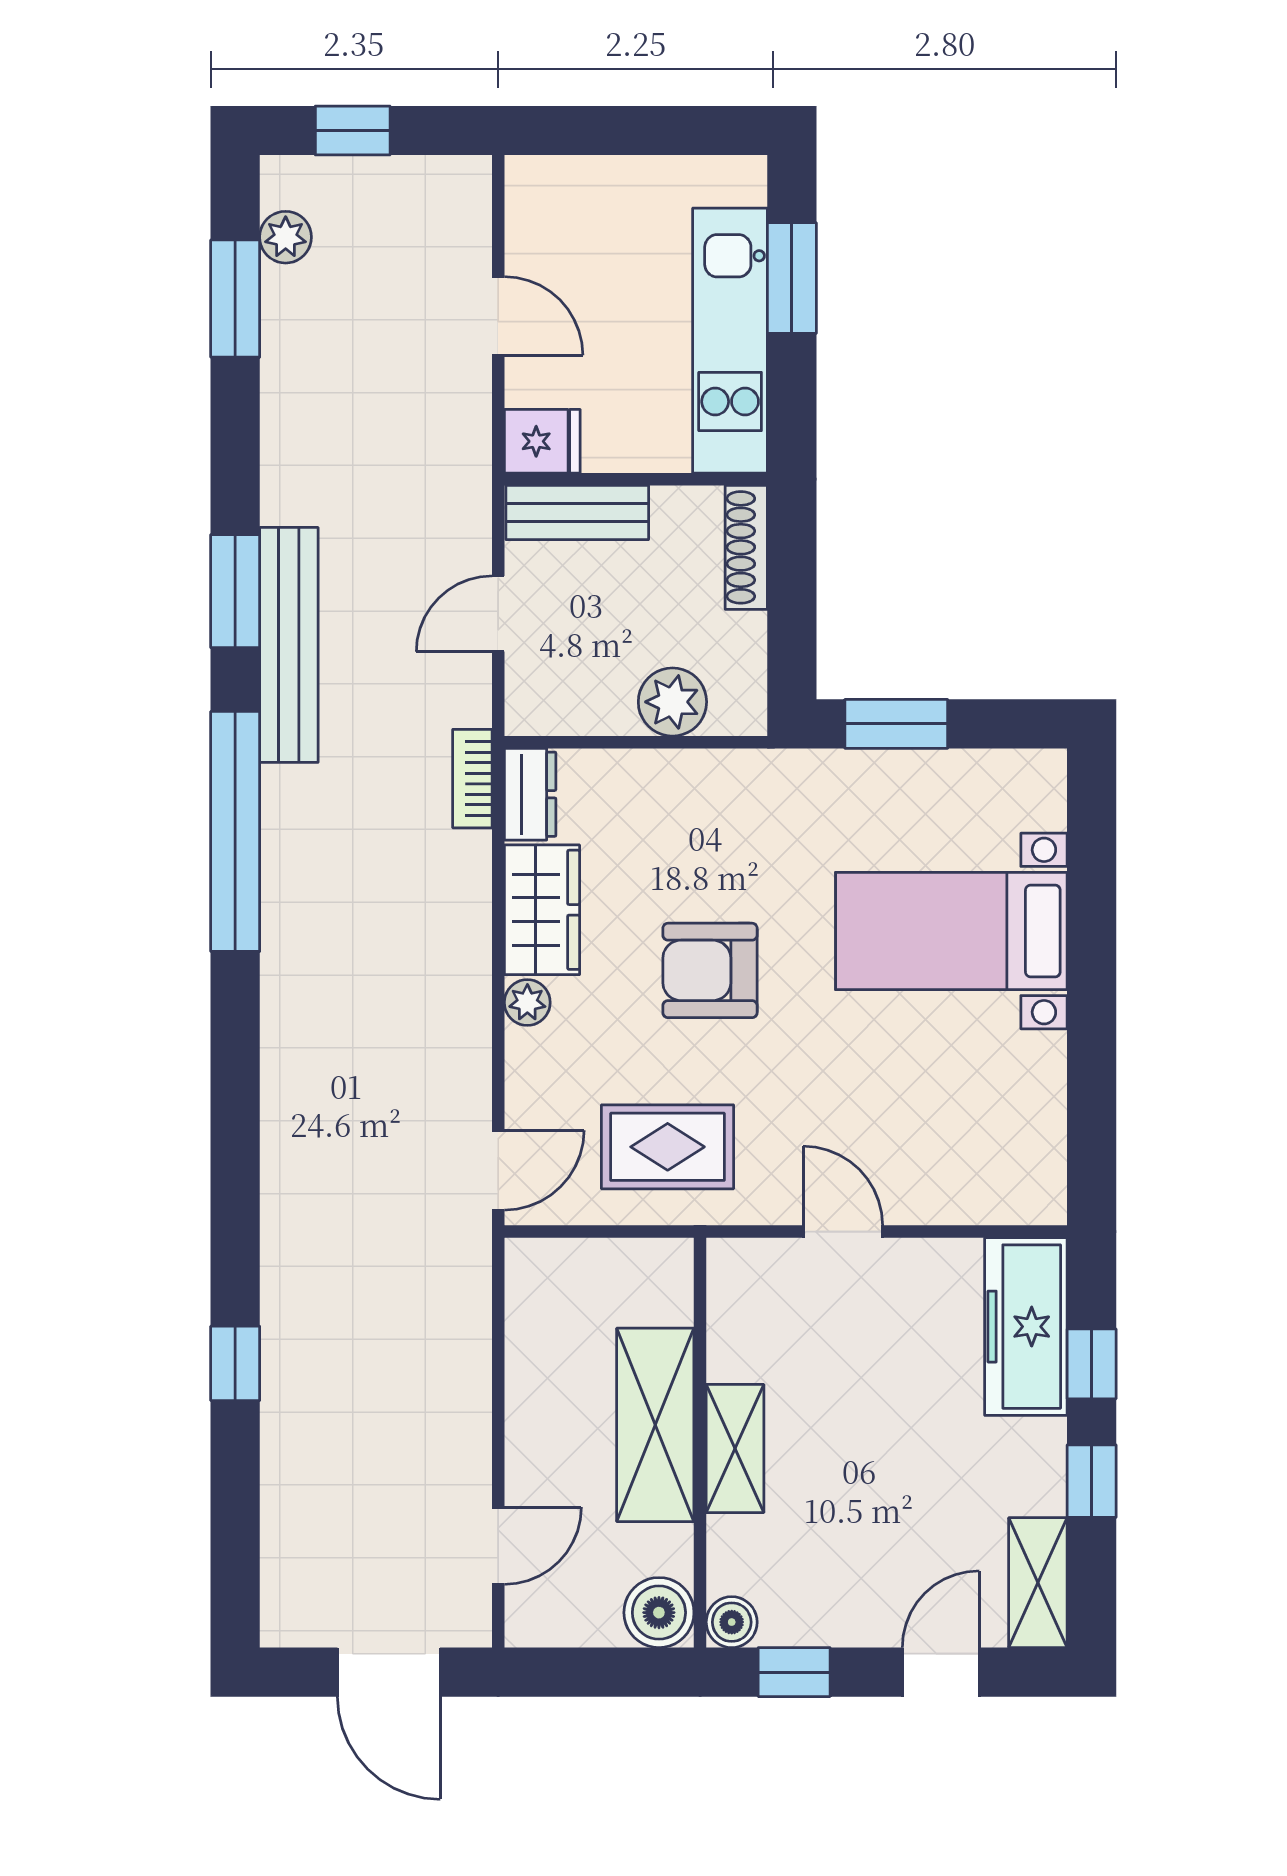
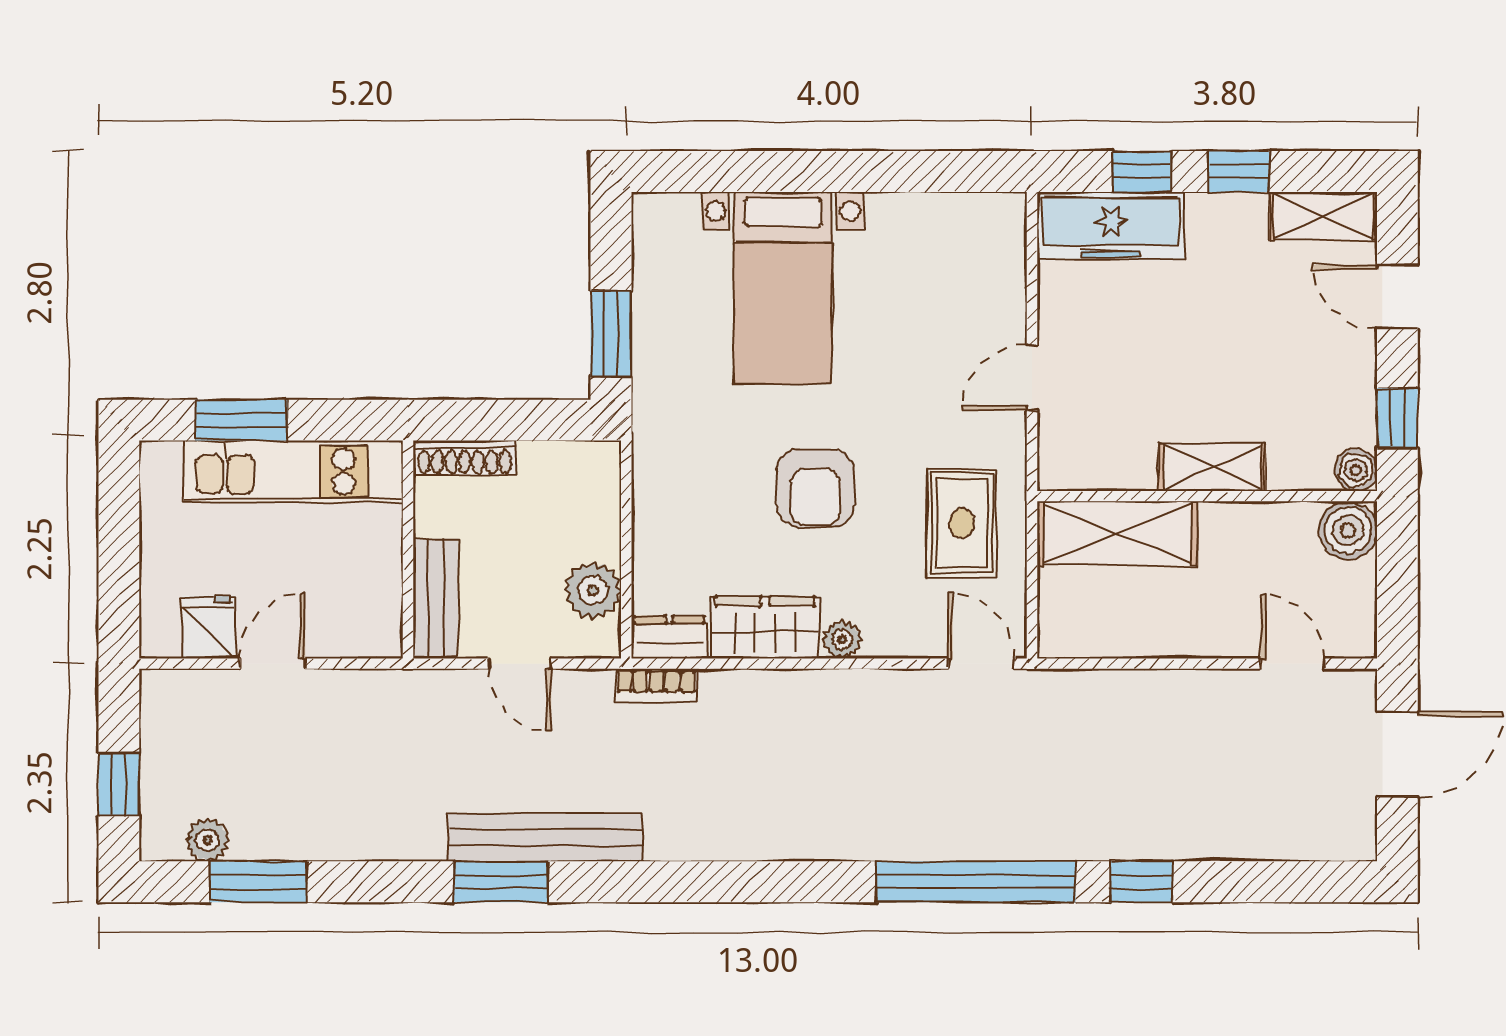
fridge: (542, 441) -> (209, 627), moved
plant: (672, 702) -> (593, 590), moved
window: (235, 831) -> (976, 882), moved
shelving: (655, 1425) -> (1117, 533), moved

